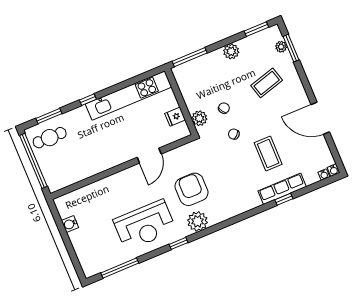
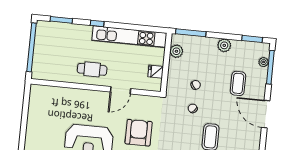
window: (291, 48) -> (270, 67), width x1.44
coffee table: (267, 83) -> (238, 83), turned -74
plant: (199, 118) -> (176, 51), moved
door: (320, 118) -> (266, 114), moved
cafe table: (50, 138) -> (92, 69), moved
water cooler: (70, 224) -> (33, 109), removed

